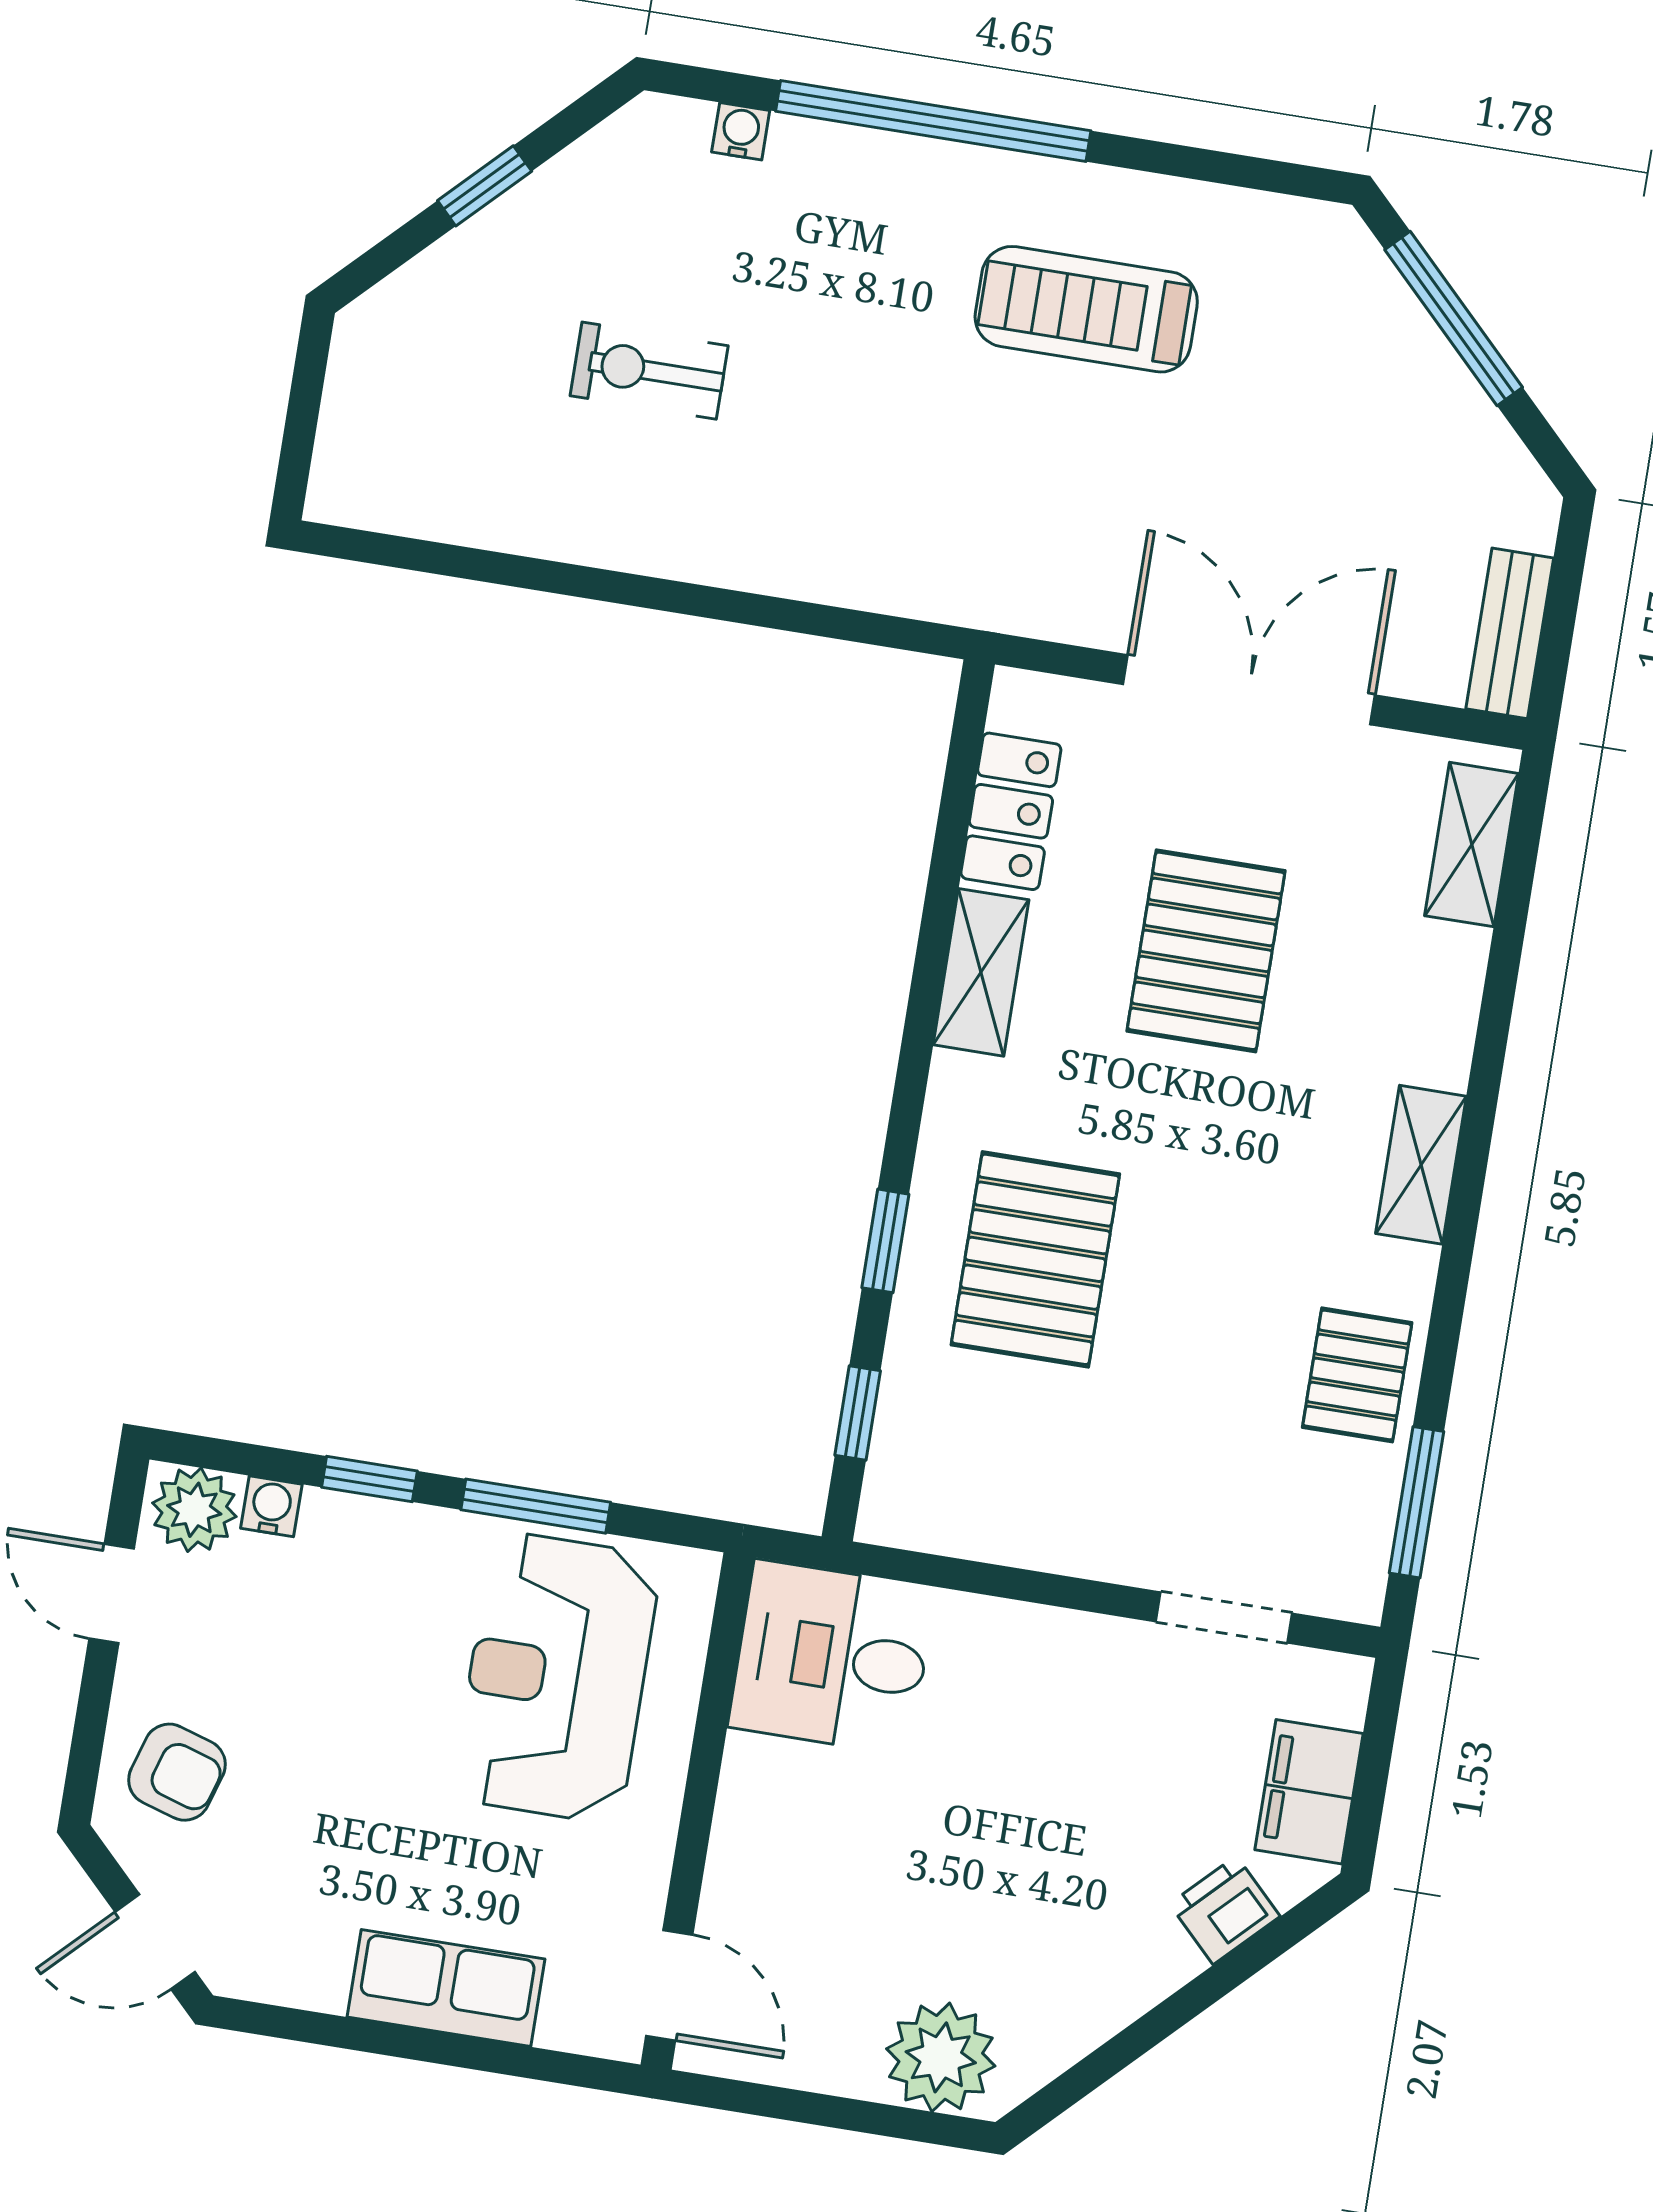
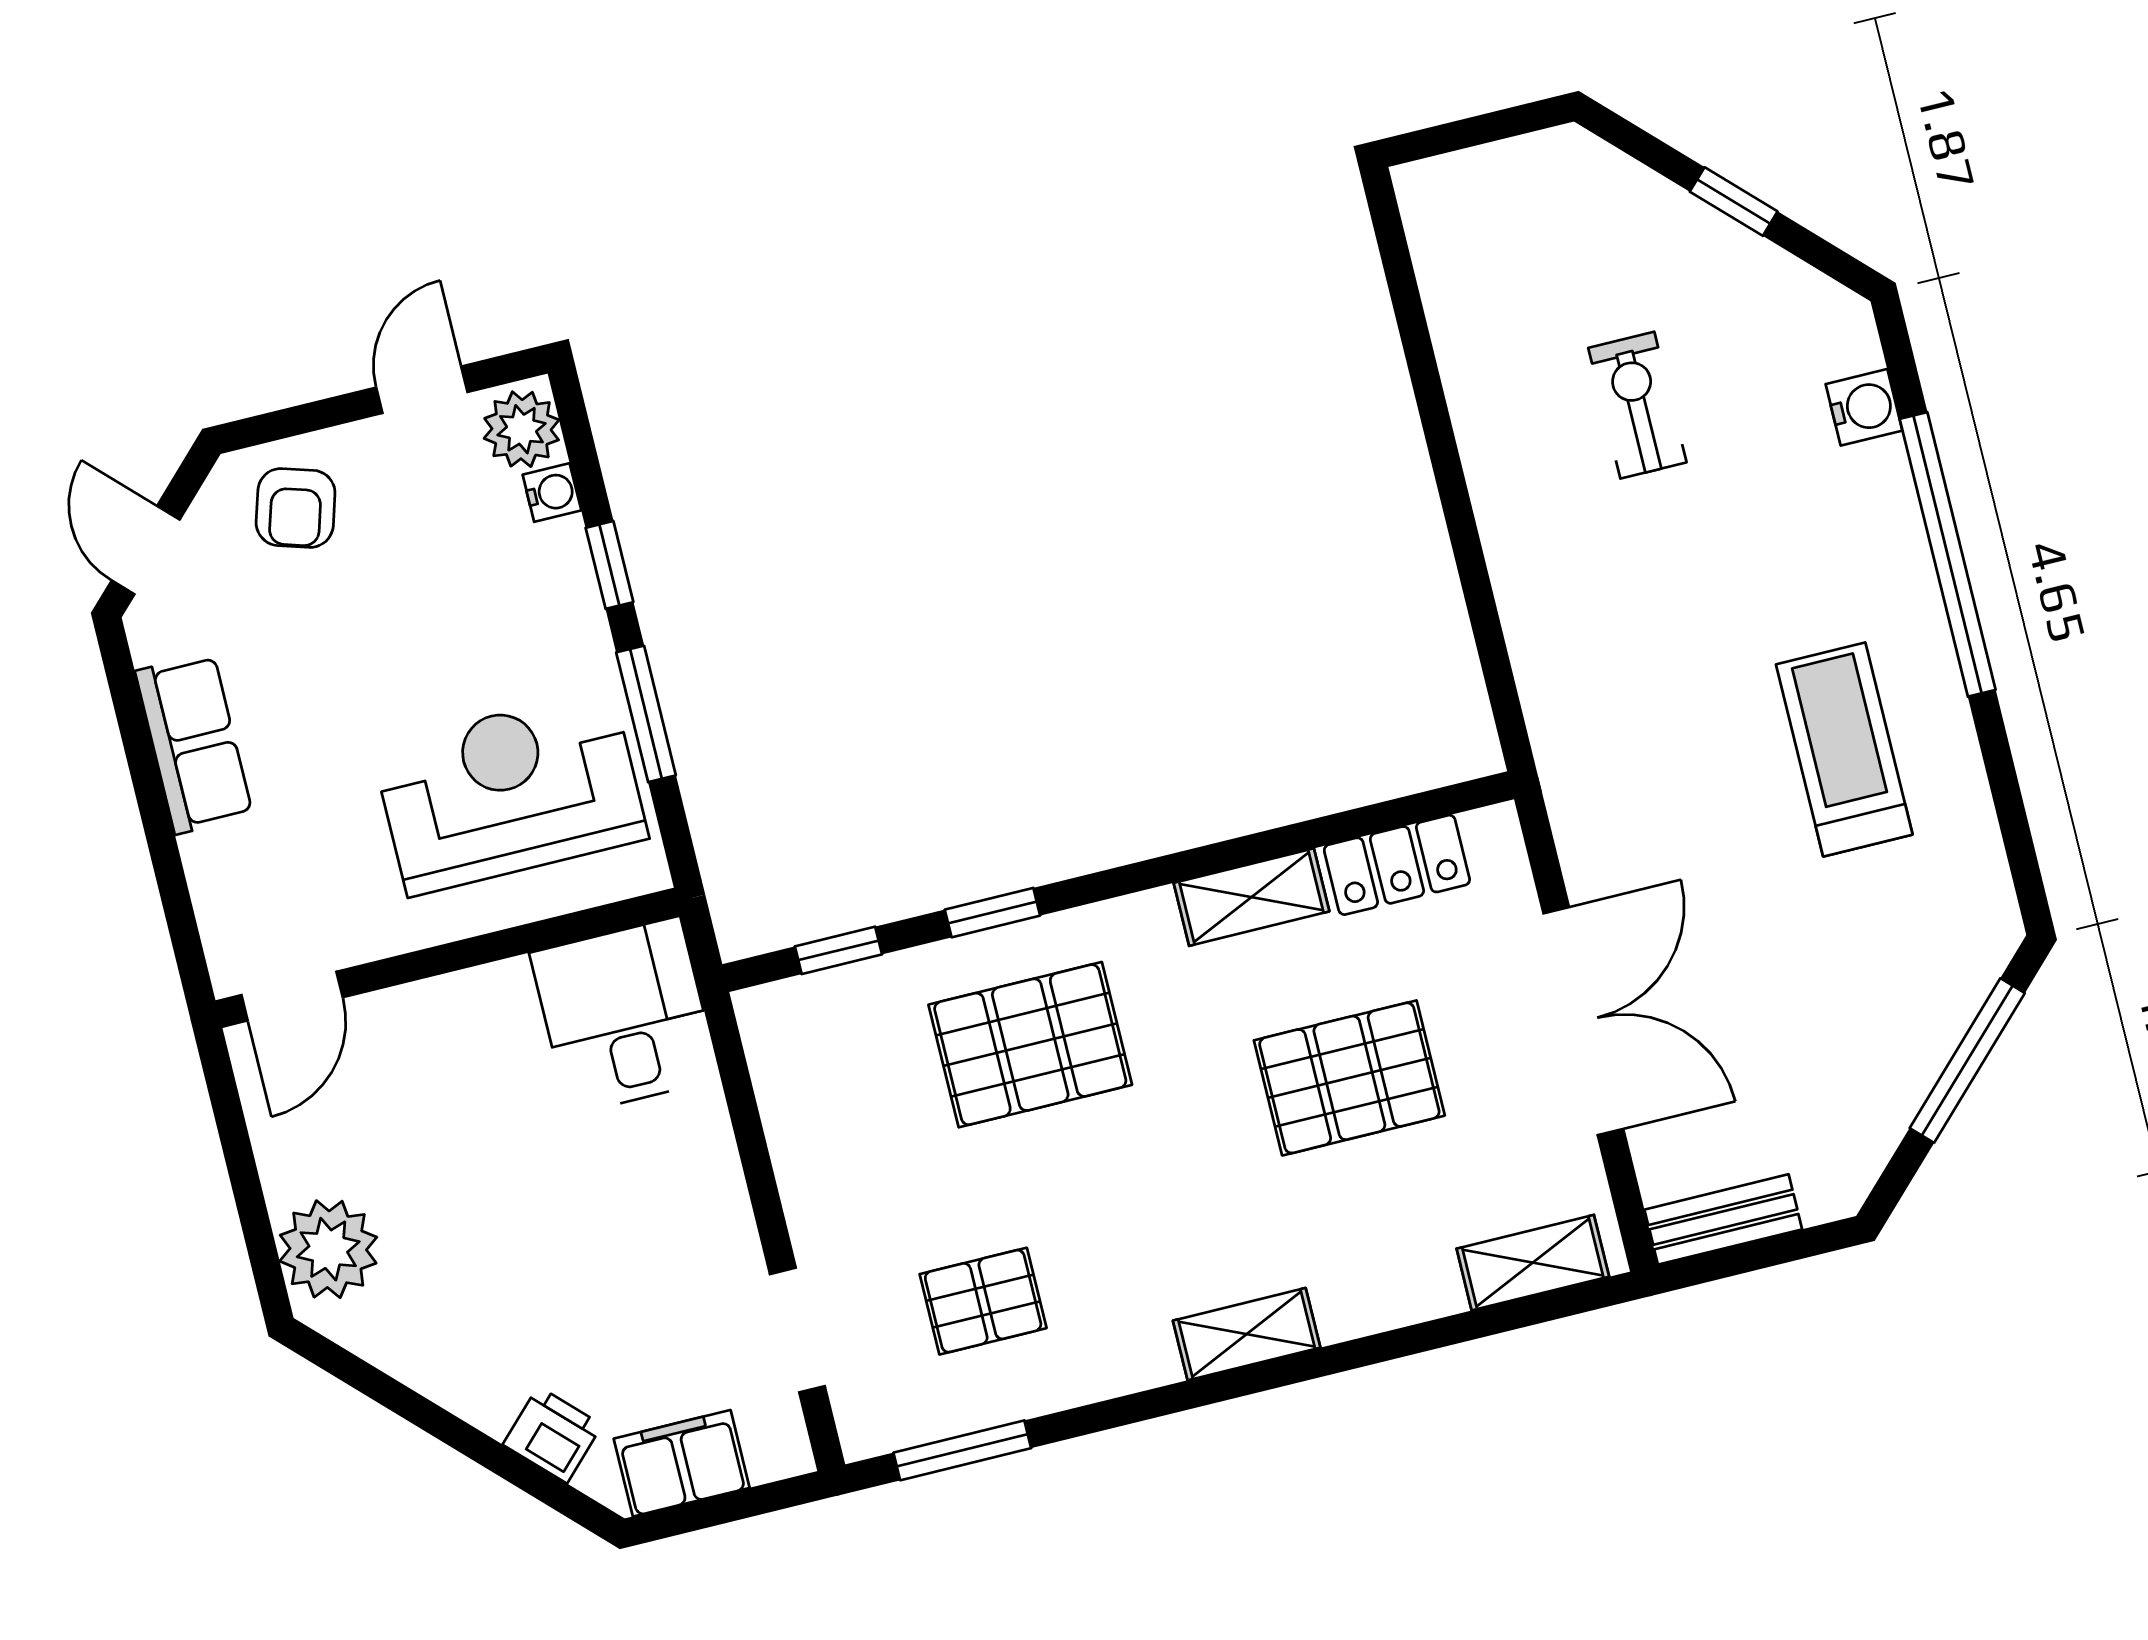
water cooler: (741, 131) -> (1864, 407), width x1.38, depth x1.38
pallet: (1357, 1375) -> (983, 1301), moved
row of seats: (446, 1988) -> (194, 743), moved

